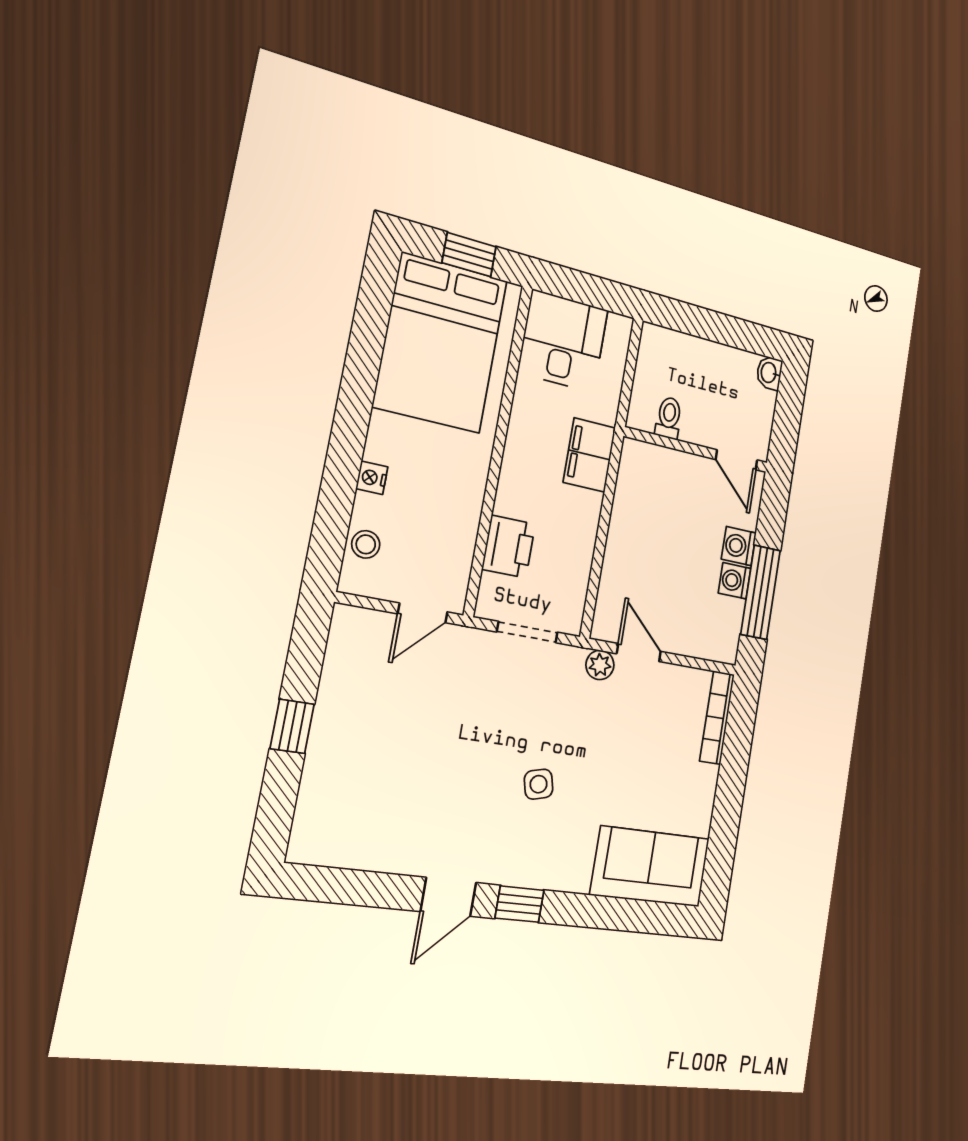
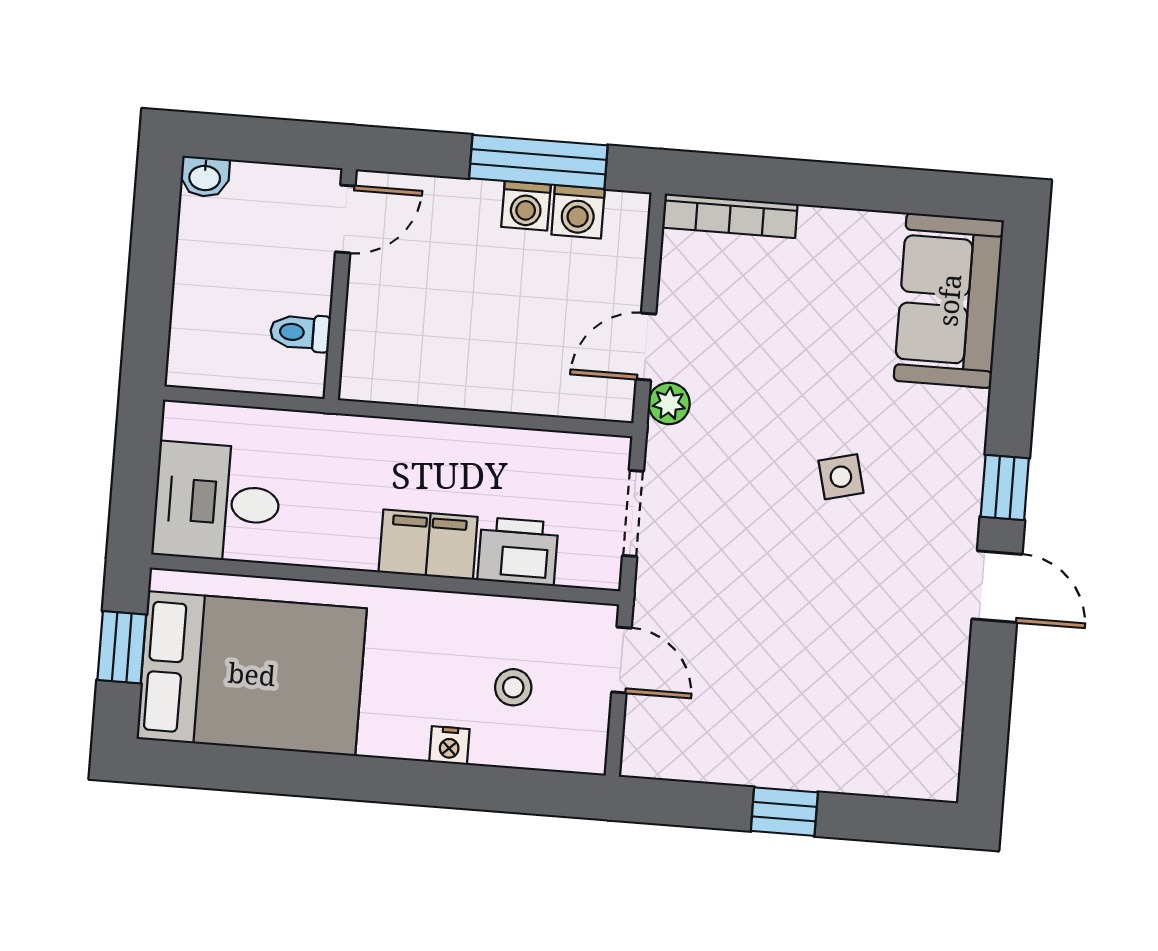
filing cabinet: (589, 455) -> (428, 545), moved, turned 180
stool: (366, 544) -> (513, 687), moved
washing machine: (739, 546) -> (578, 212), moved

